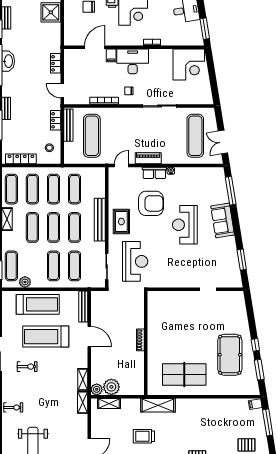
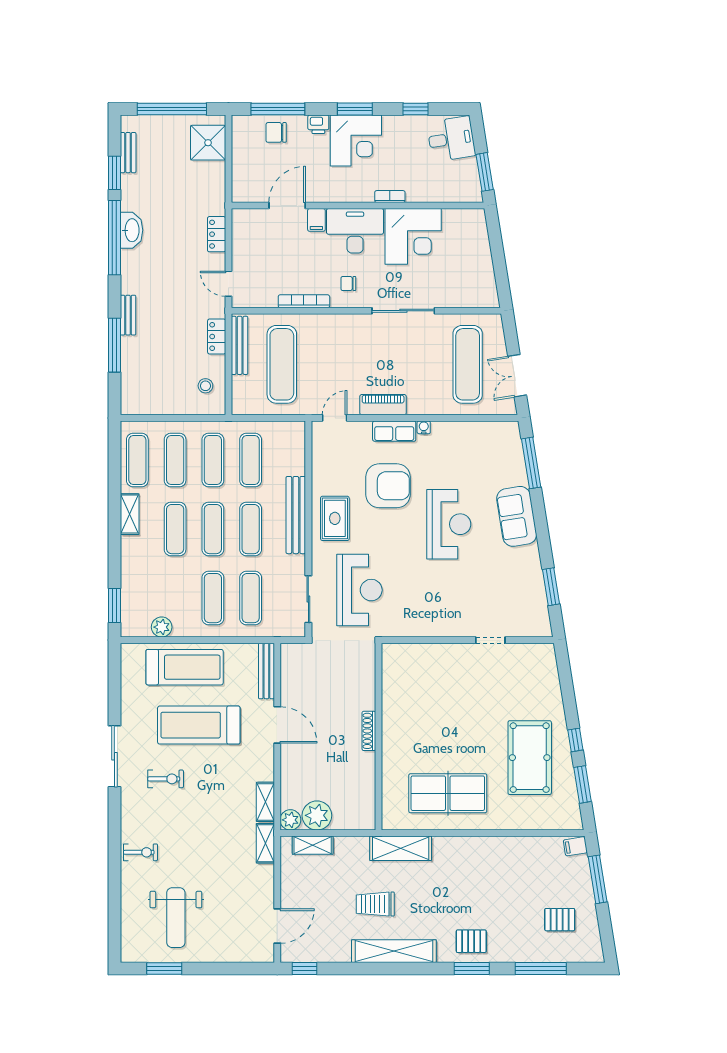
corner desk: (189, 65) -> (413, 236), moved
locker: (21, 159) -> (154, 406), removed
reception desk: (185, 225) -> (449, 524), turned 180
exercise mat: (11, 266) -> (137, 598), removed

